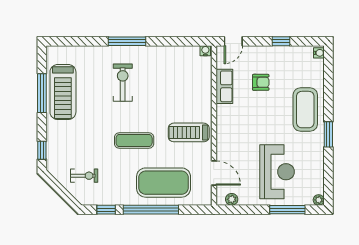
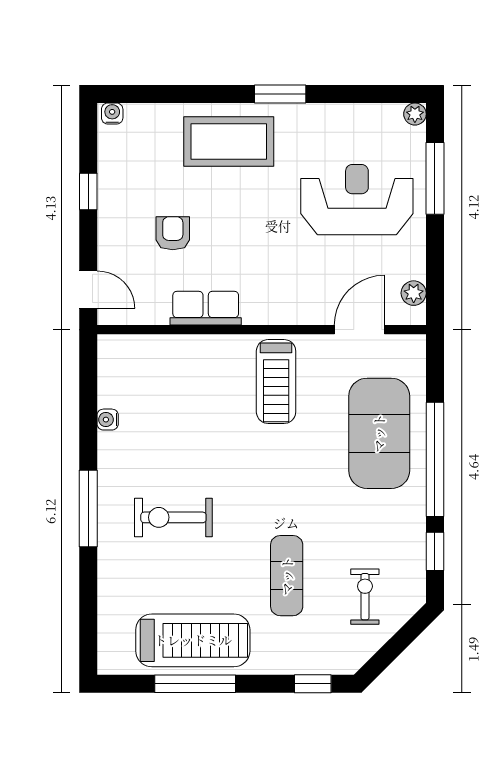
water cooler: (205, 51) -> (108, 420), moved
row of seats: (224, 86) -> (206, 308), moved
exercise mat: (134, 141) -> (287, 576), moved

